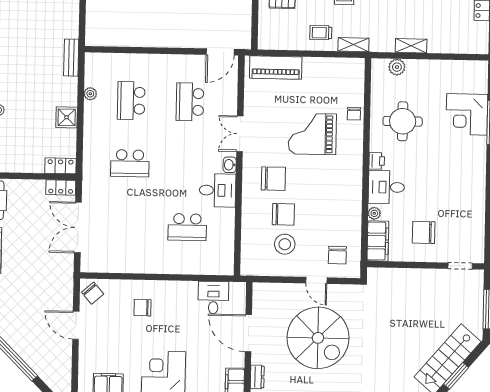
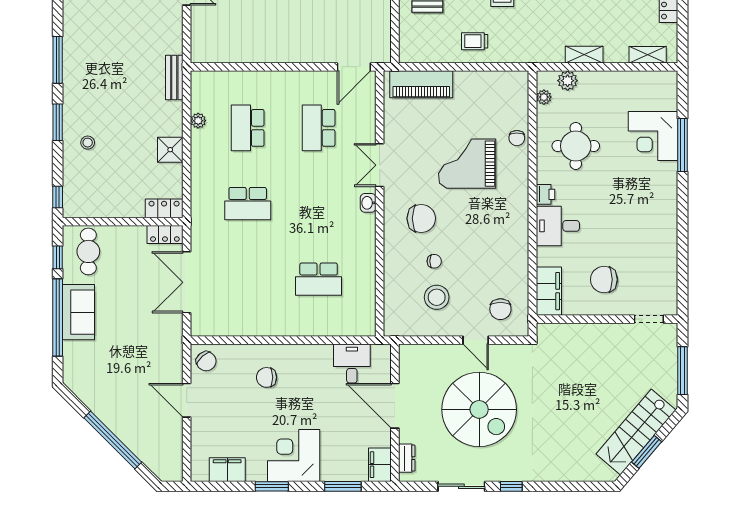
shelving: (353, 45) -> (648, 55), moved
desk: (218, 190) -> (354, 234), removed
plant: (374, 213) -> (544, 97), moved
chair: (283, 214) -> (434, 261), width x0.54, depth x0.54

